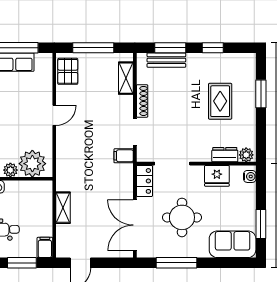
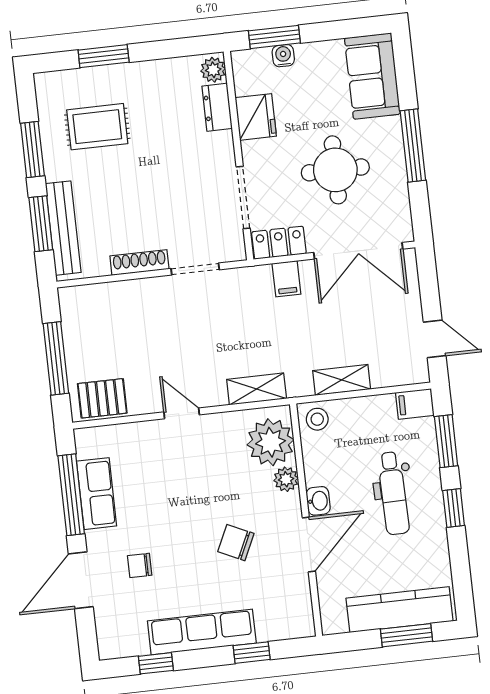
window: (213, 48) -> (32, 149), width x1.50
bench: (166, 60) -> (63, 228), width x1.36
shelving: (126, 78) -> (257, 389), moved
rug: (220, 101) -> (97, 127), moved
filing cabinet: (124, 156) -> (286, 279), moved
water cooler: (250, 176) -> (283, 56), moved
stool: (42, 191) -> (317, 419), added
window: (261, 224) -> (274, 37), moved
window: (177, 263) -> (413, 145), moved

